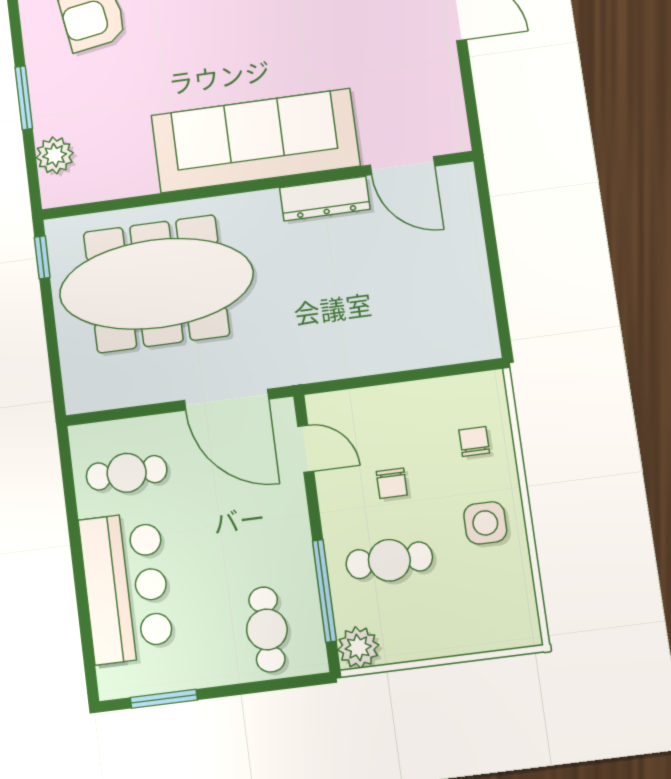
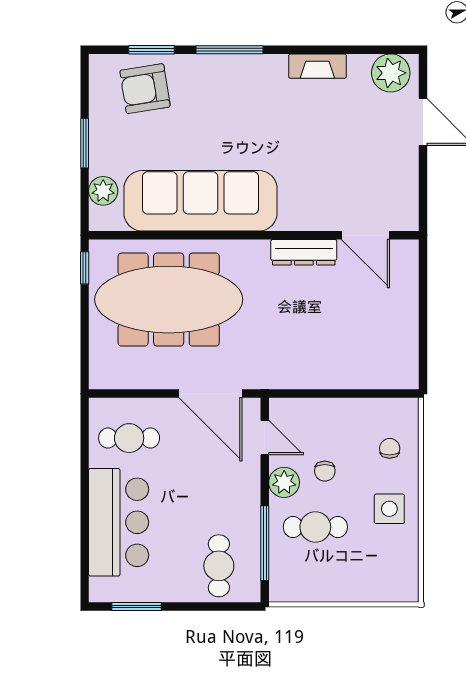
sofa: (255, 141) -> (201, 201), moved
plant: (358, 647) -> (284, 482), moved

